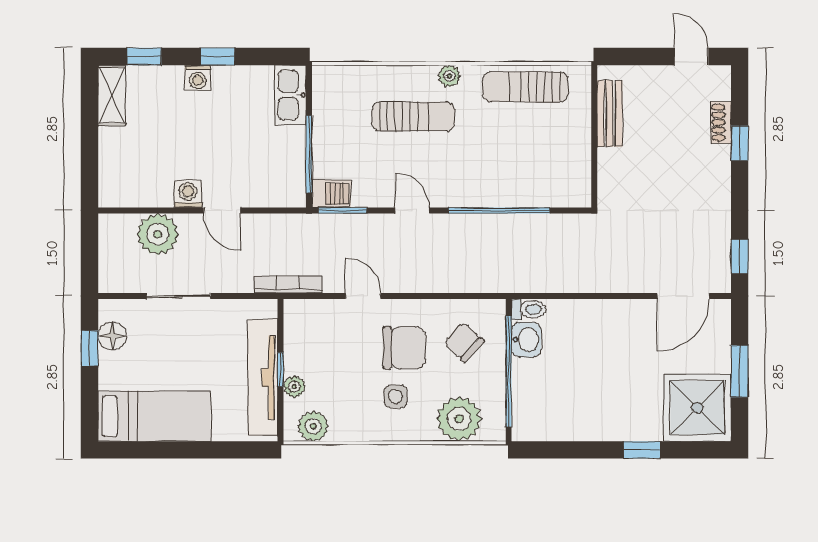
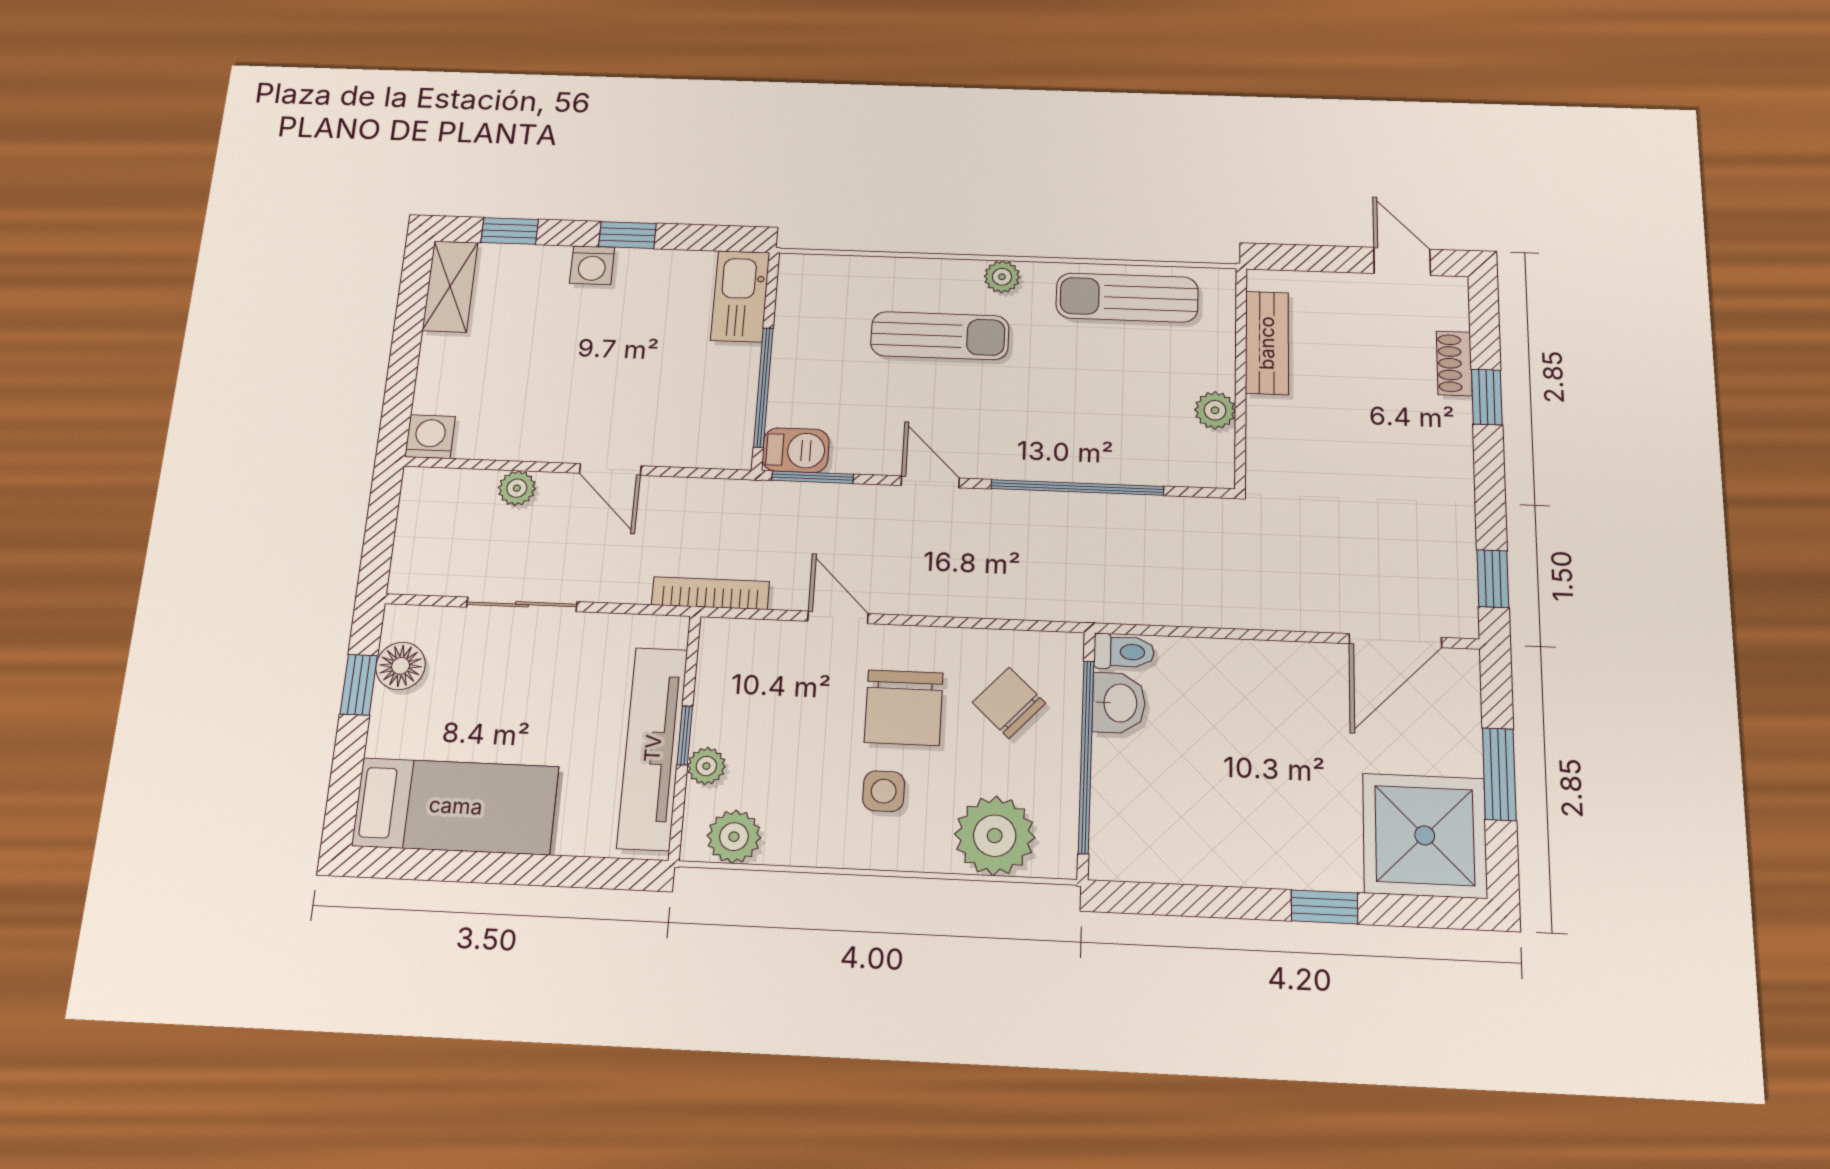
plant: (579, 158) -> (1215, 410), added
washing machine: (188, 194) -> (430, 437), moved
plant: (158, 234) -> (517, 488), width x0.53, depth x0.53
chair: (404, 348) -> (904, 708), turned 90

